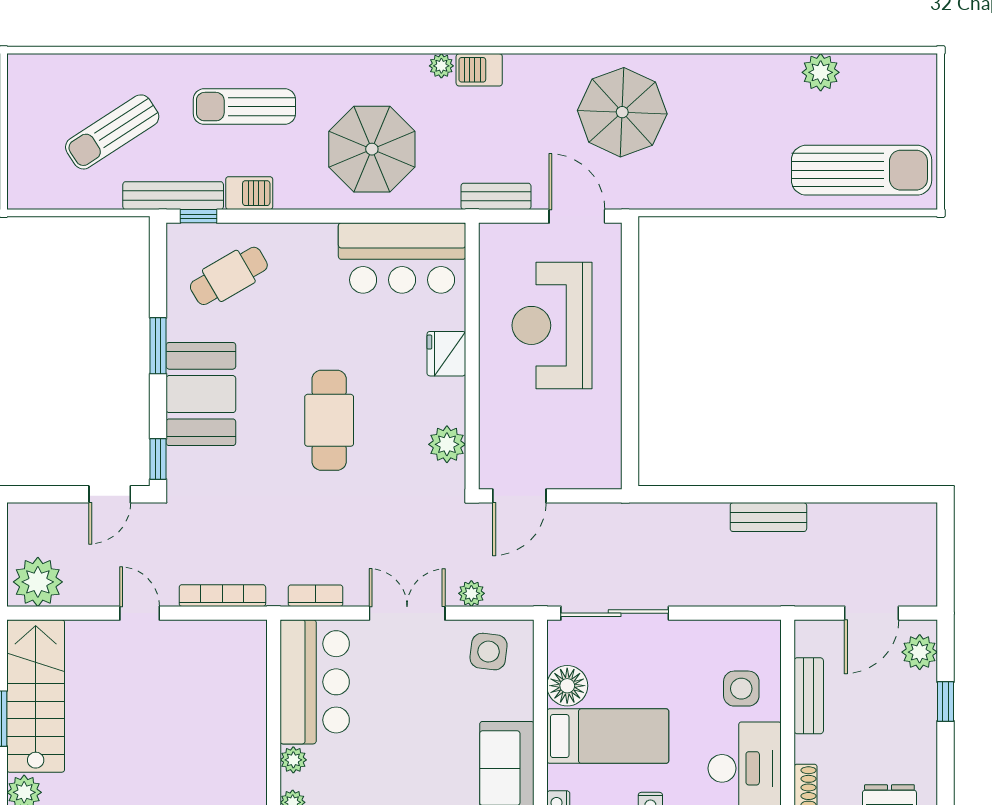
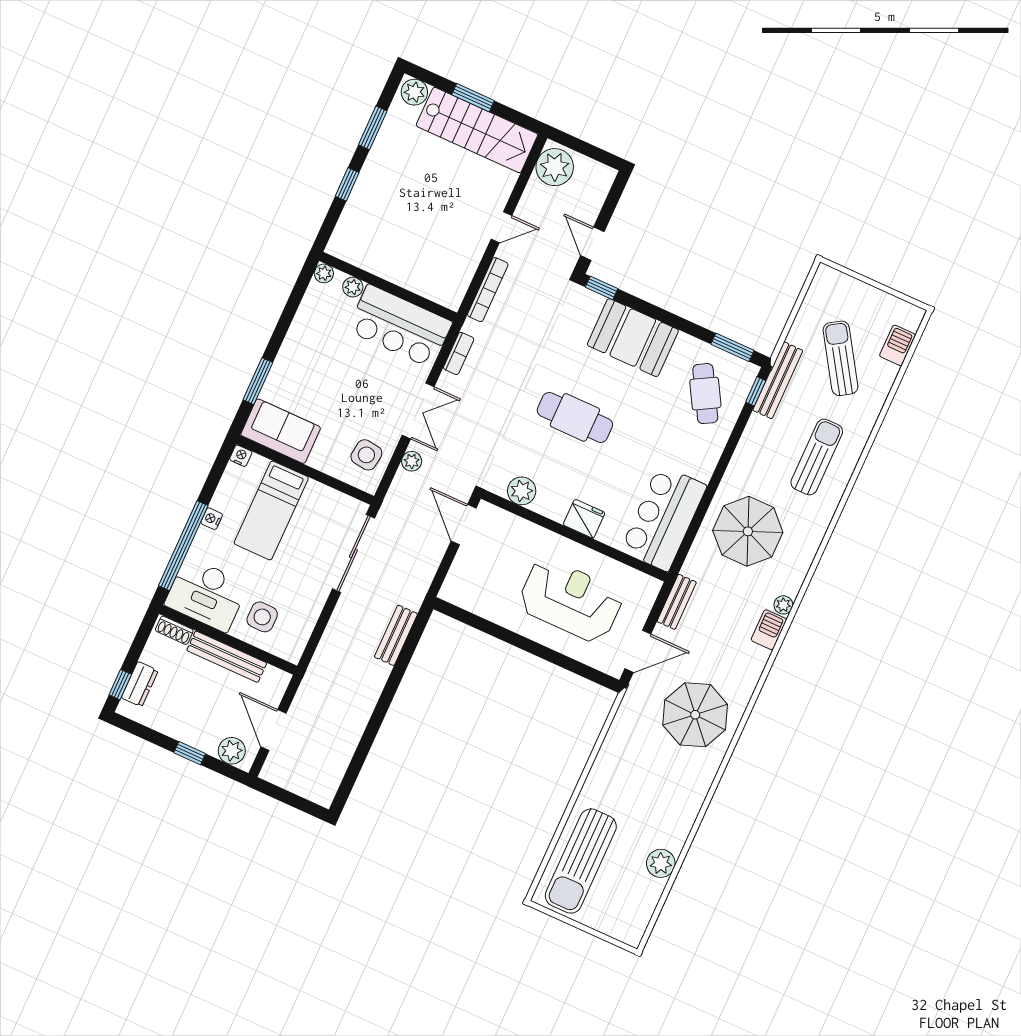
barbecue: (249, 193) -> (898, 345), moved, turned 180
window: (158, 346) -> (732, 347), moved
bench: (768, 517) -> (396, 635), moved
floor lamp: (567, 686) -> (318, 498), removed
bench: (809, 696) -> (227, 657), width x1.36

